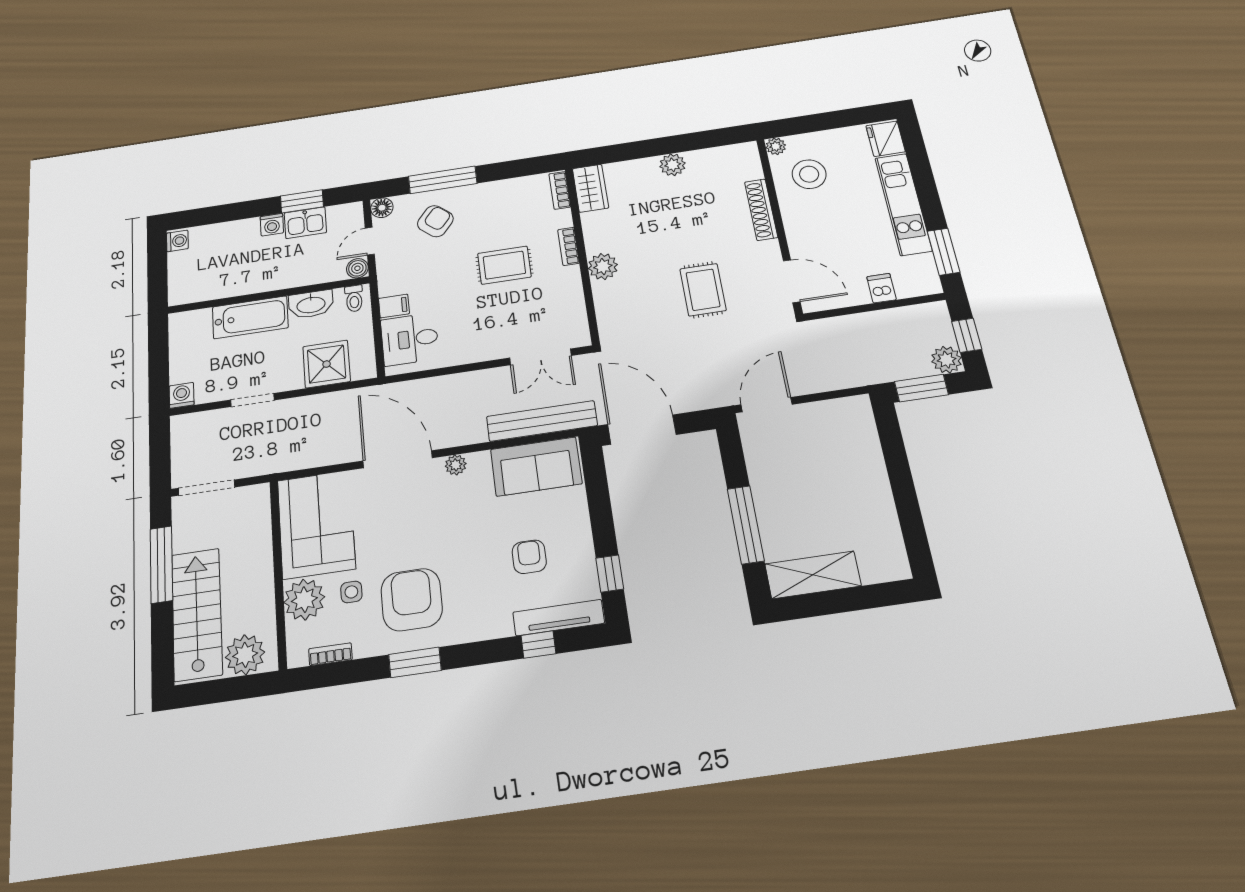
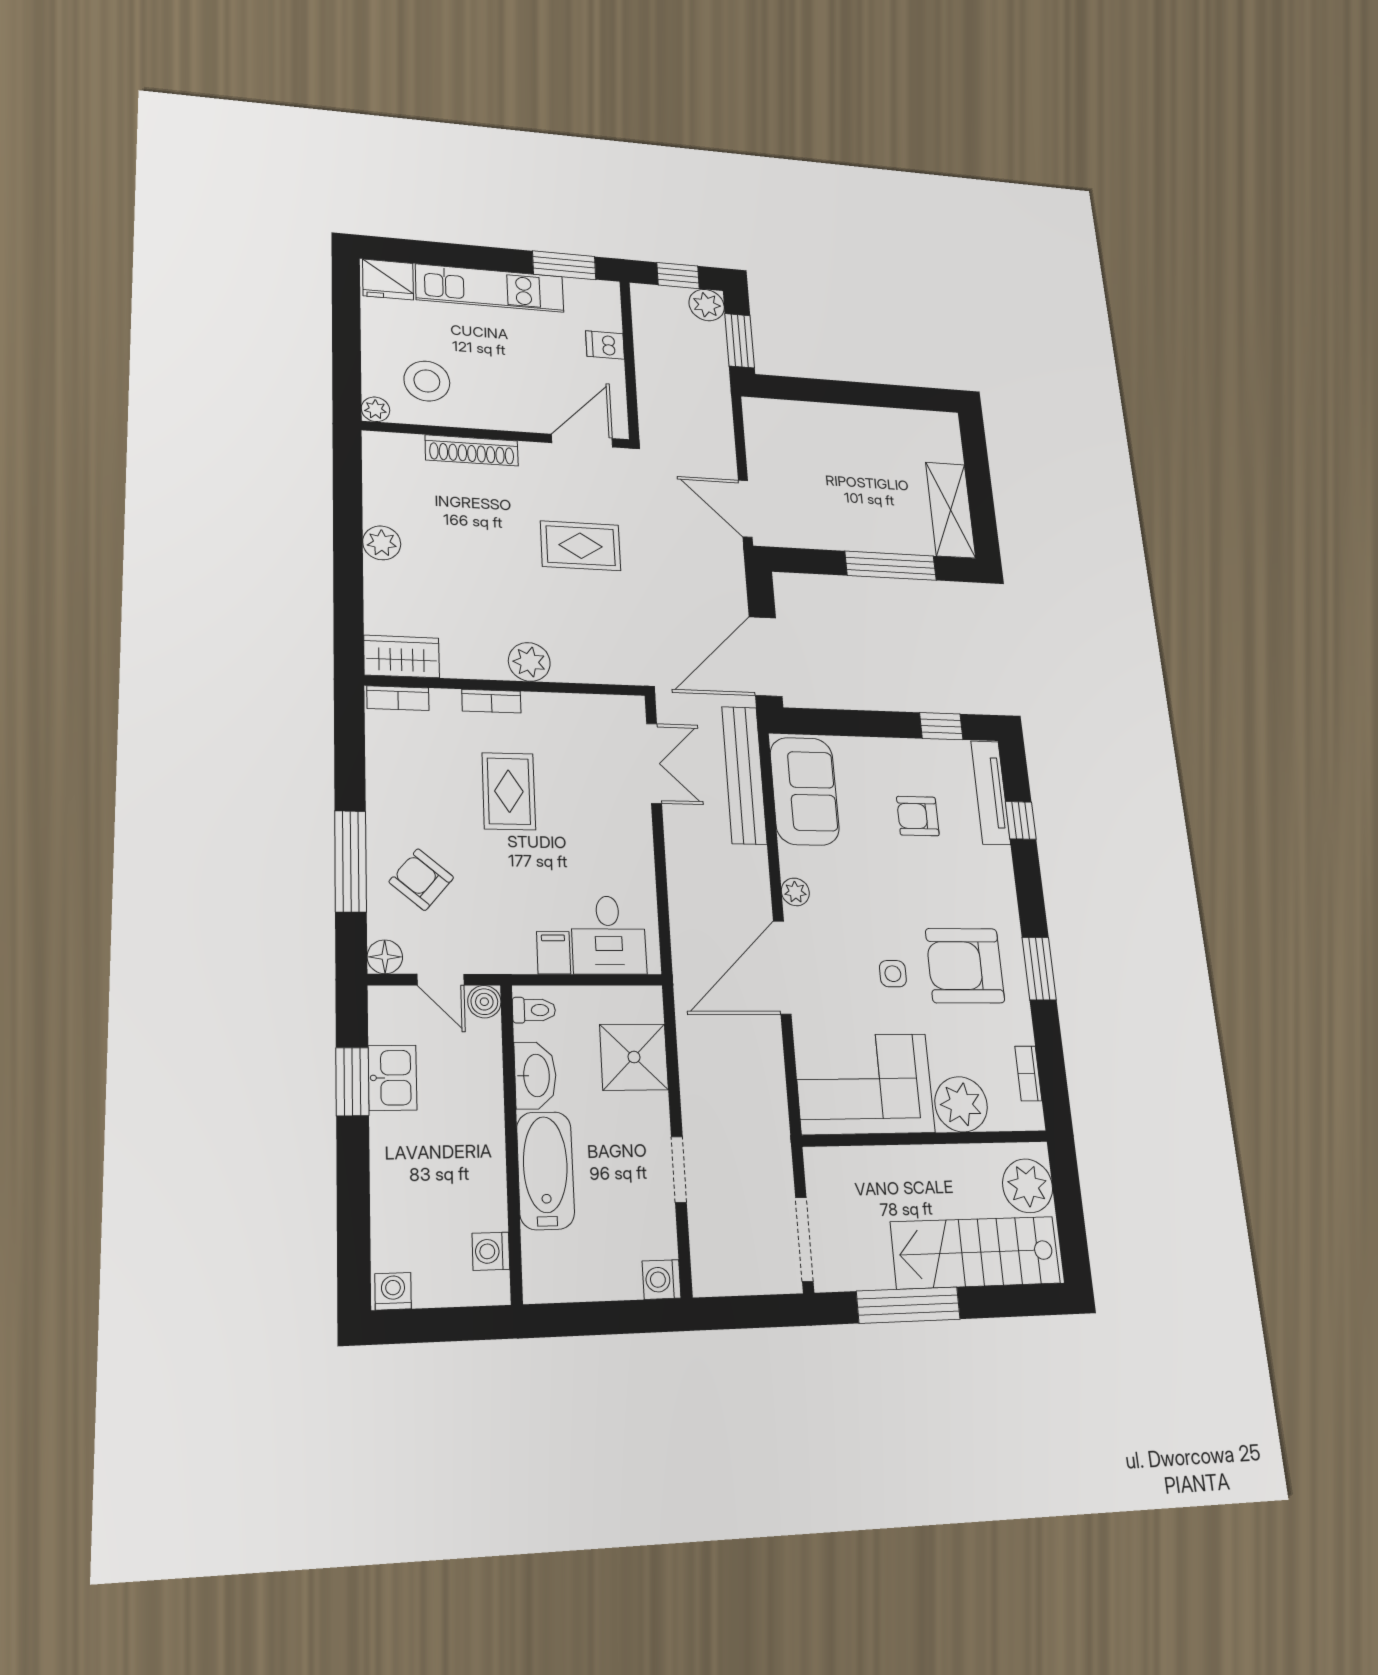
washing machine: (272, 225) -> (491, 1251), moved, turned 180
side table: (351, 592) -> (893, 974), moved

